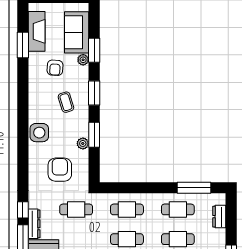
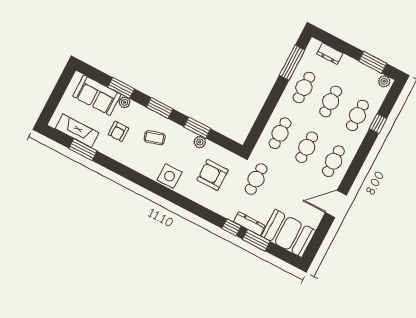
armchair: (55, 68) -> (118, 131), turned 86

